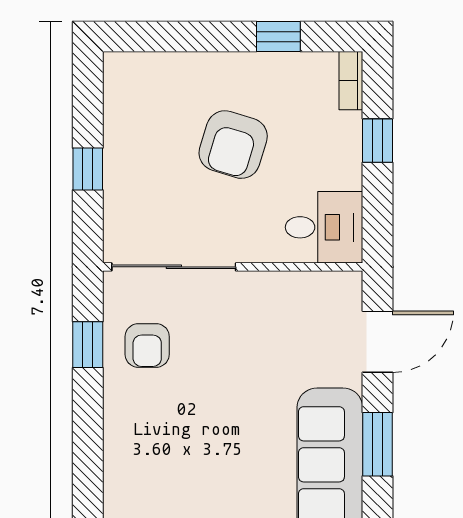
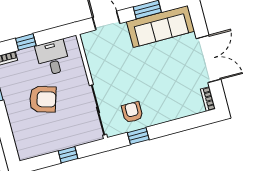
desk: (324, 227) -> (53, 58), moved
armchair: (147, 345) -> (132, 112), turned -90

